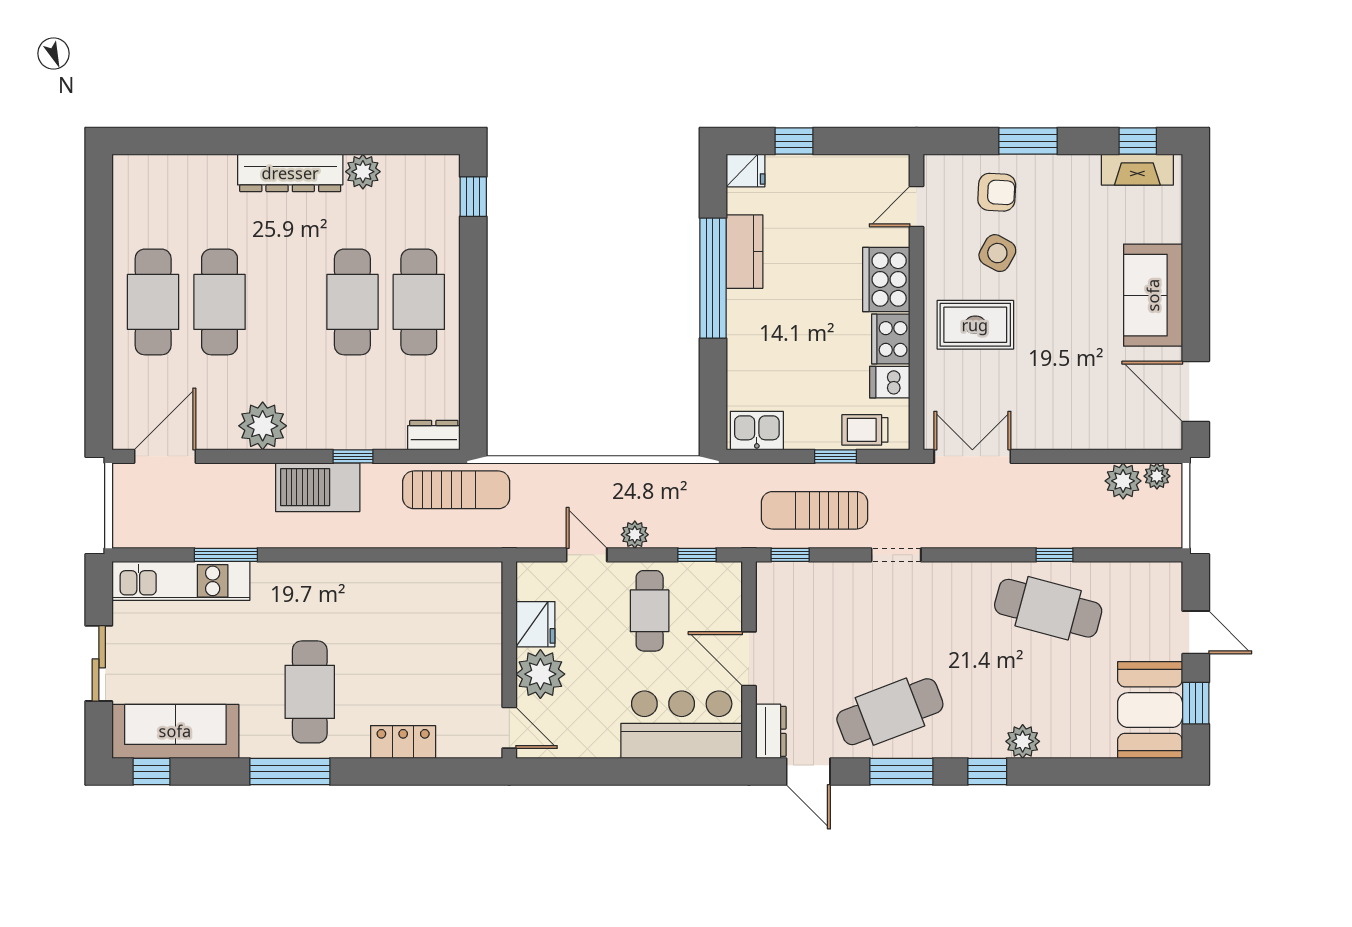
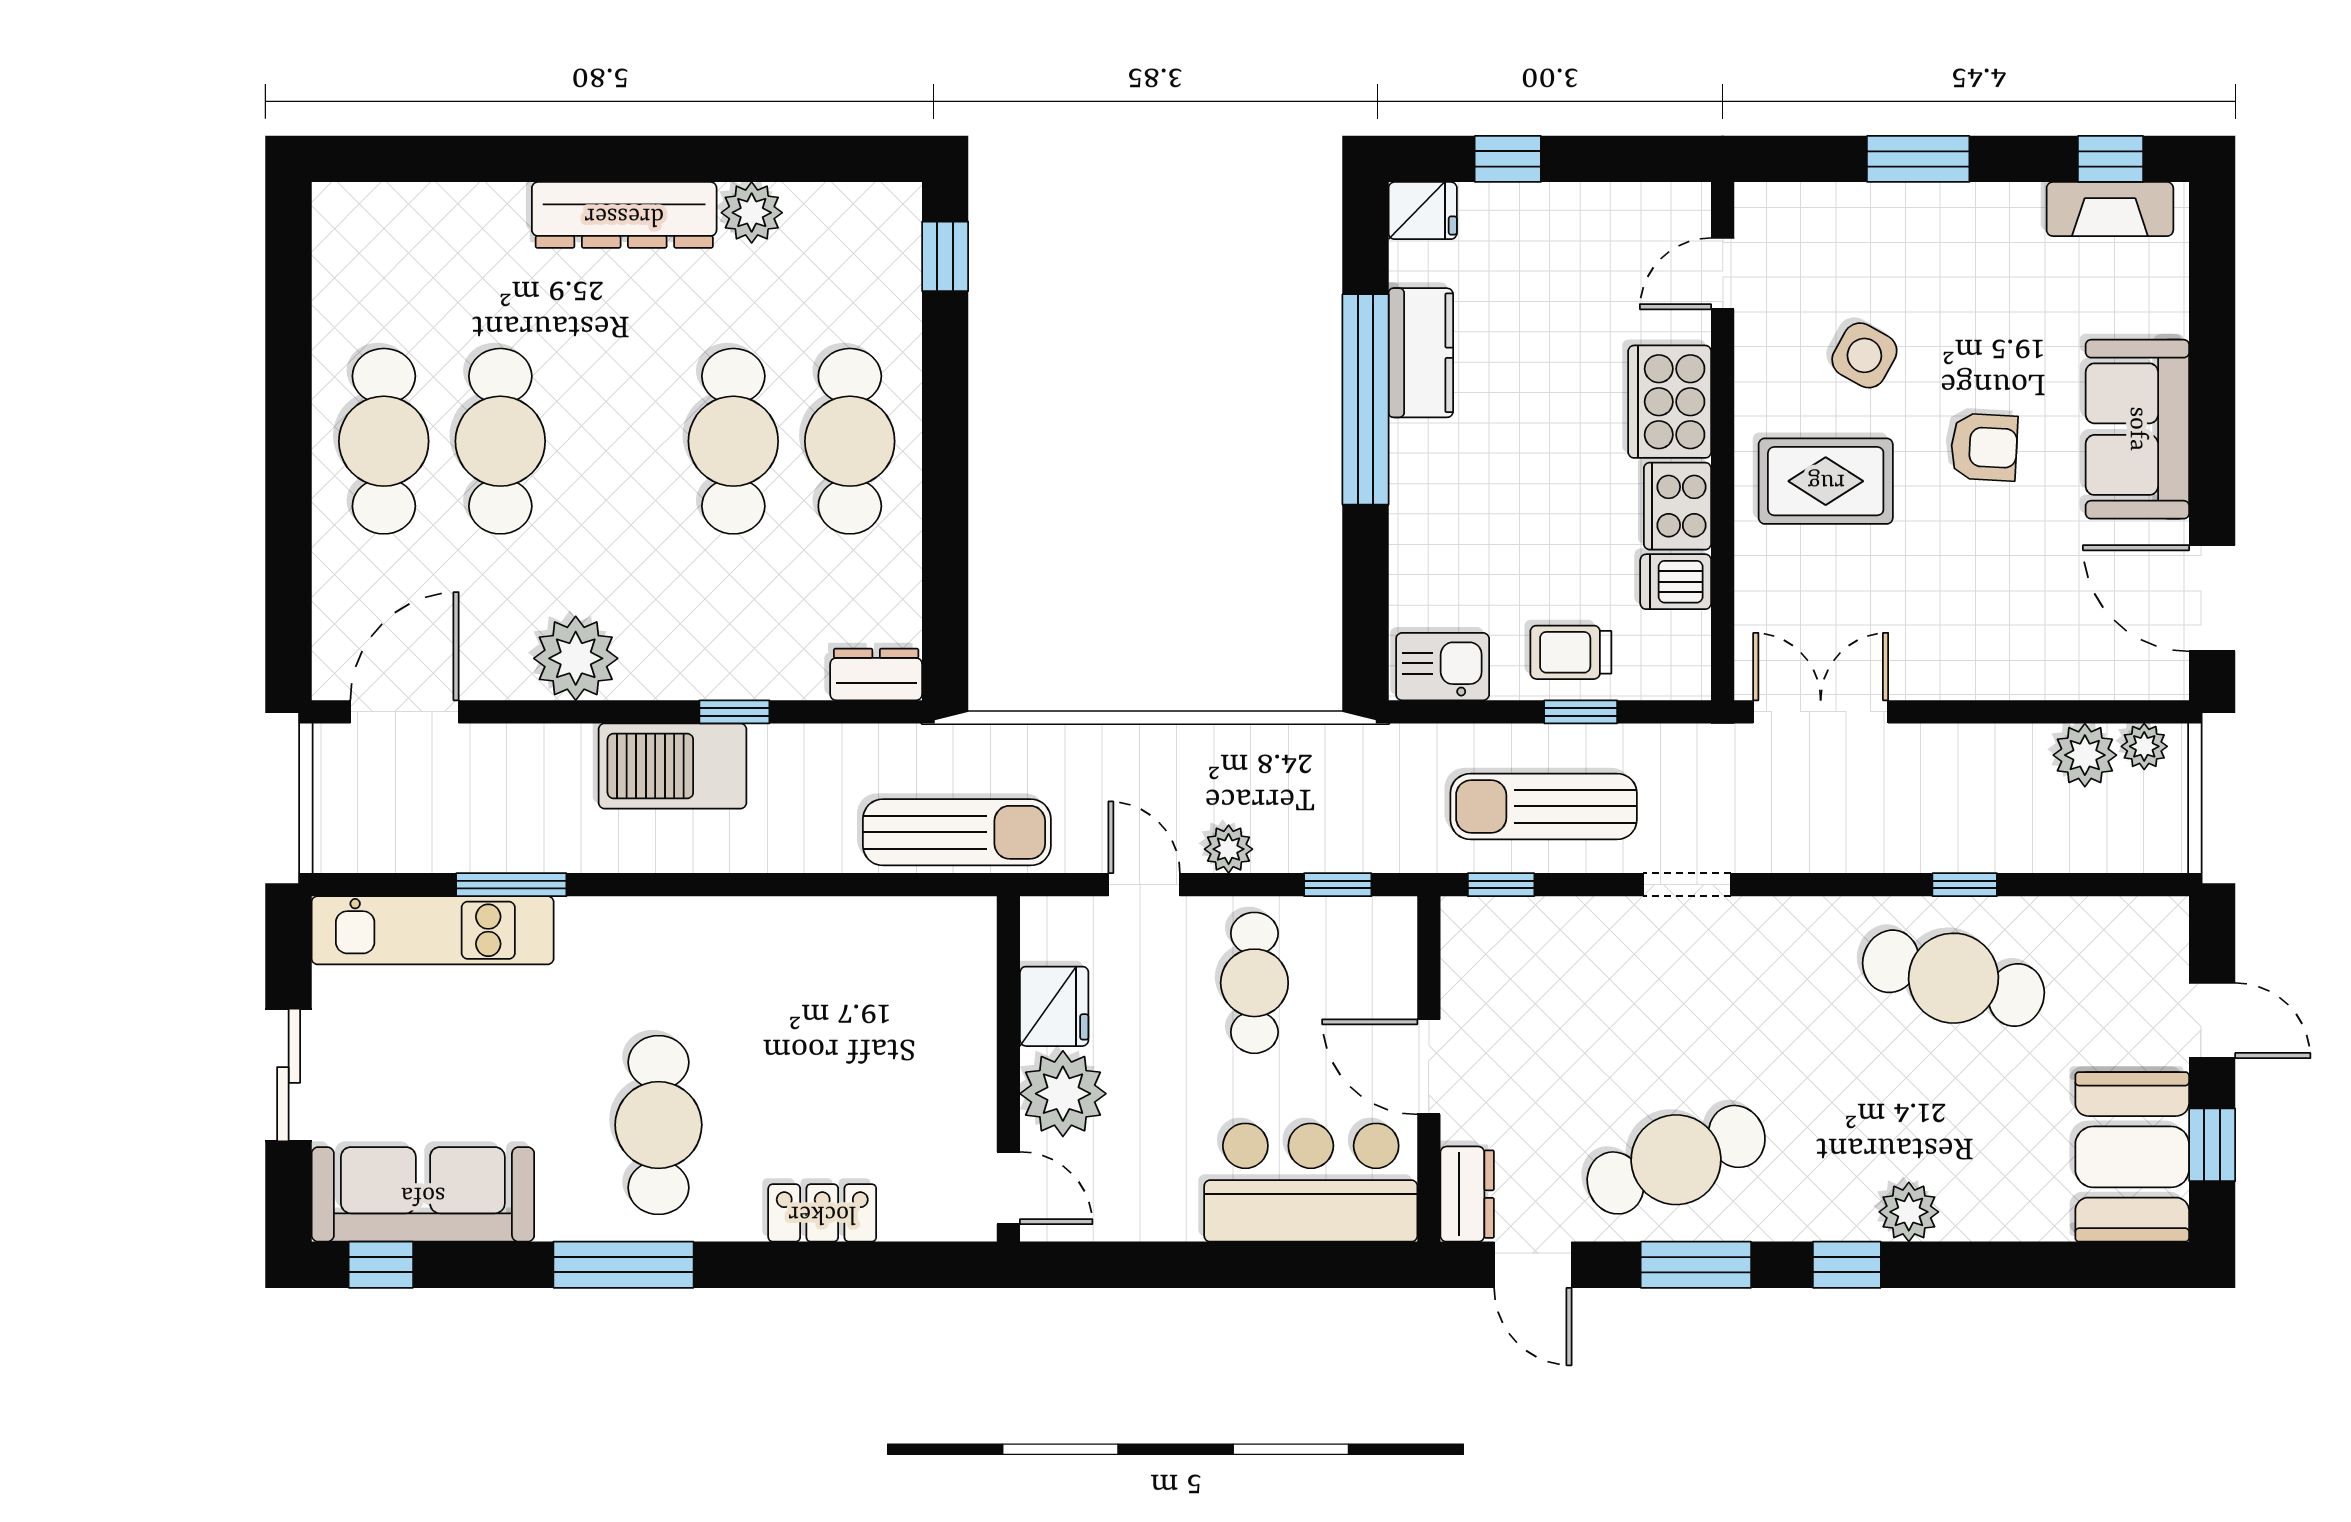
armchair: (997, 192) -> (1984, 447), moved
trolley: (865, 430) -> (1571, 652), moved
sun lounger: (456, 490) -> (957, 832), moved

